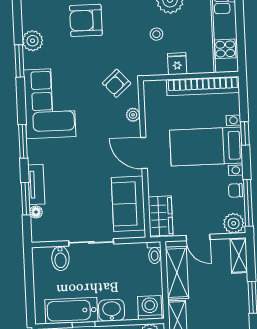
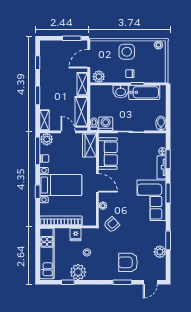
armchair: (86, 20) -> (128, 262), turned 180
corner sofa: (50, 103) -> (151, 200), moved
bidet: (60, 258) -> (161, 123), moved
washing machine: (150, 308) -> (106, 124), moved, turned 180

